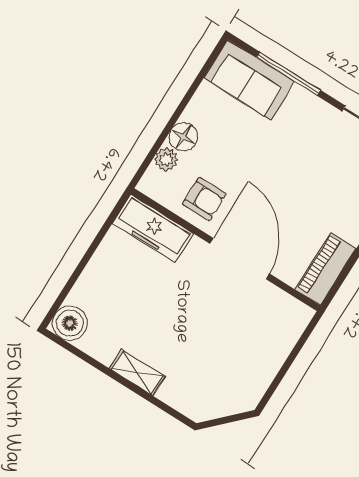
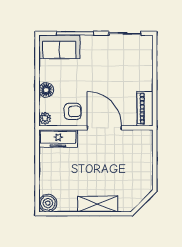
plant: (166, 159) -> (45, 118), moved
shelving: (137, 372) -> (98, 204), width x1.50, depth x1.33

